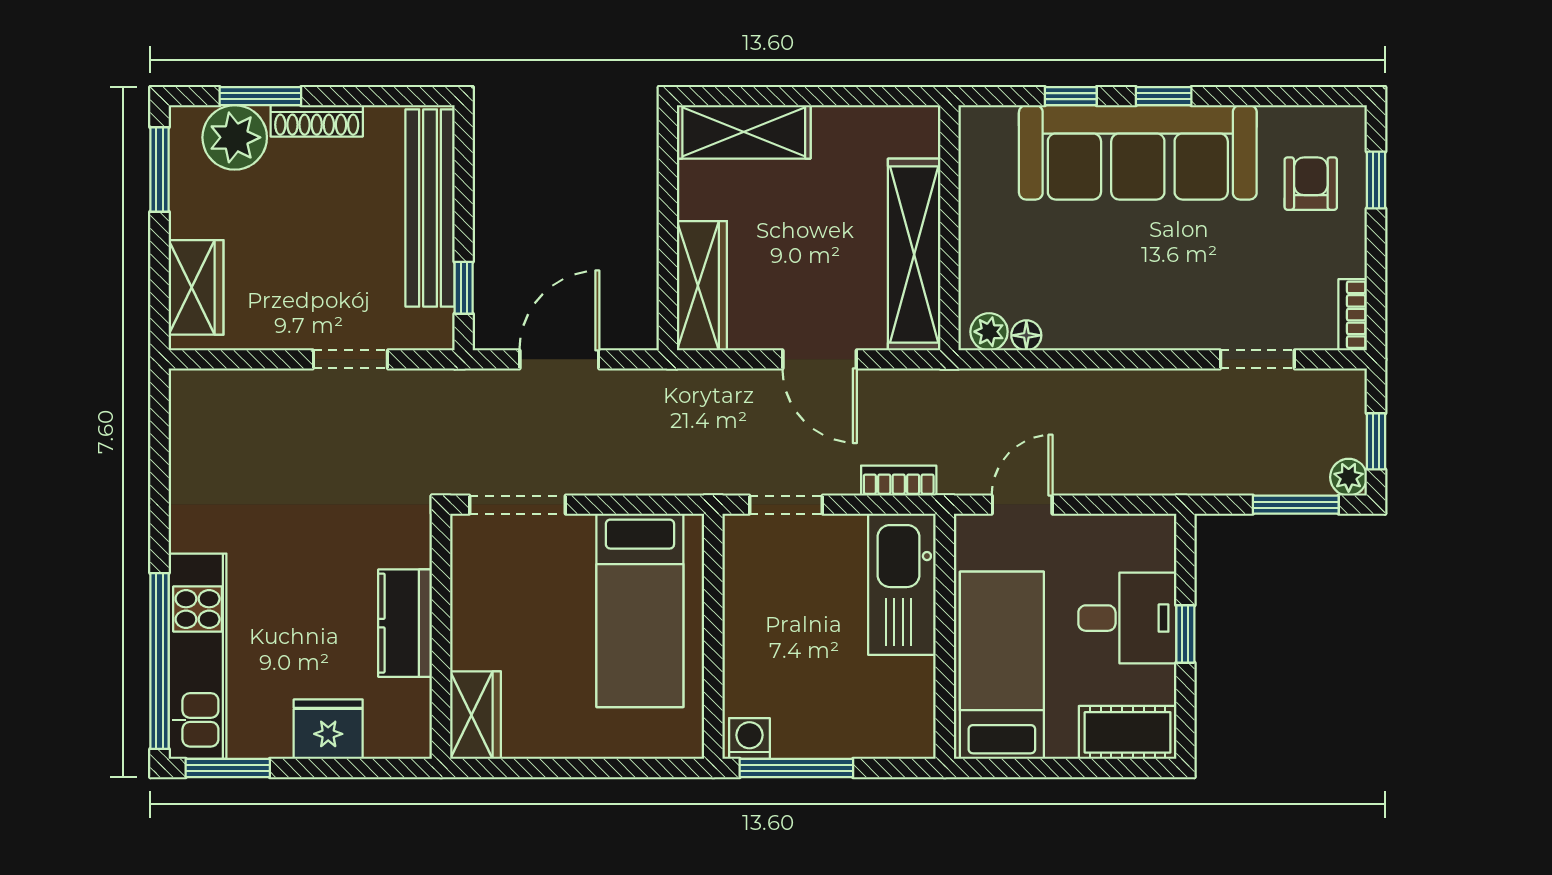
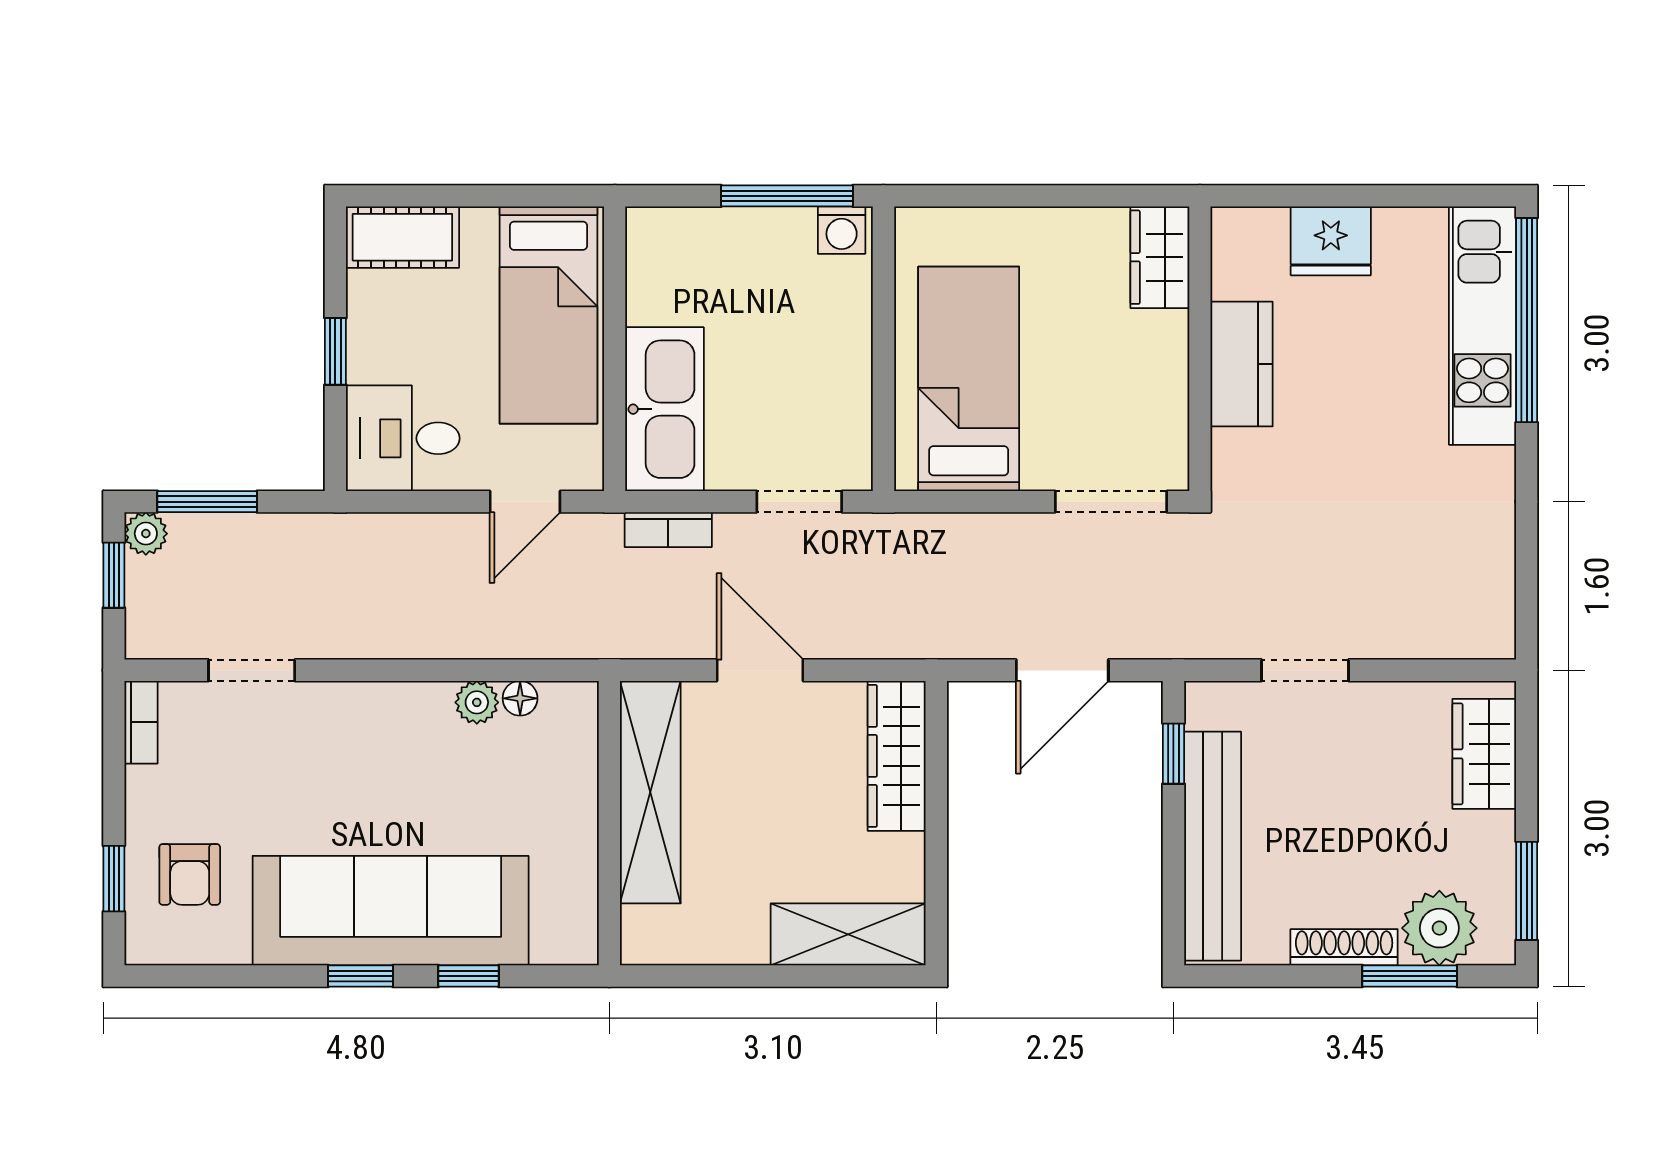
plant: (989, 332) -> (477, 702), moved
desk: (1127, 618) -> (403, 438), moved
window: (228, 768) -> (1447, 196), removed

